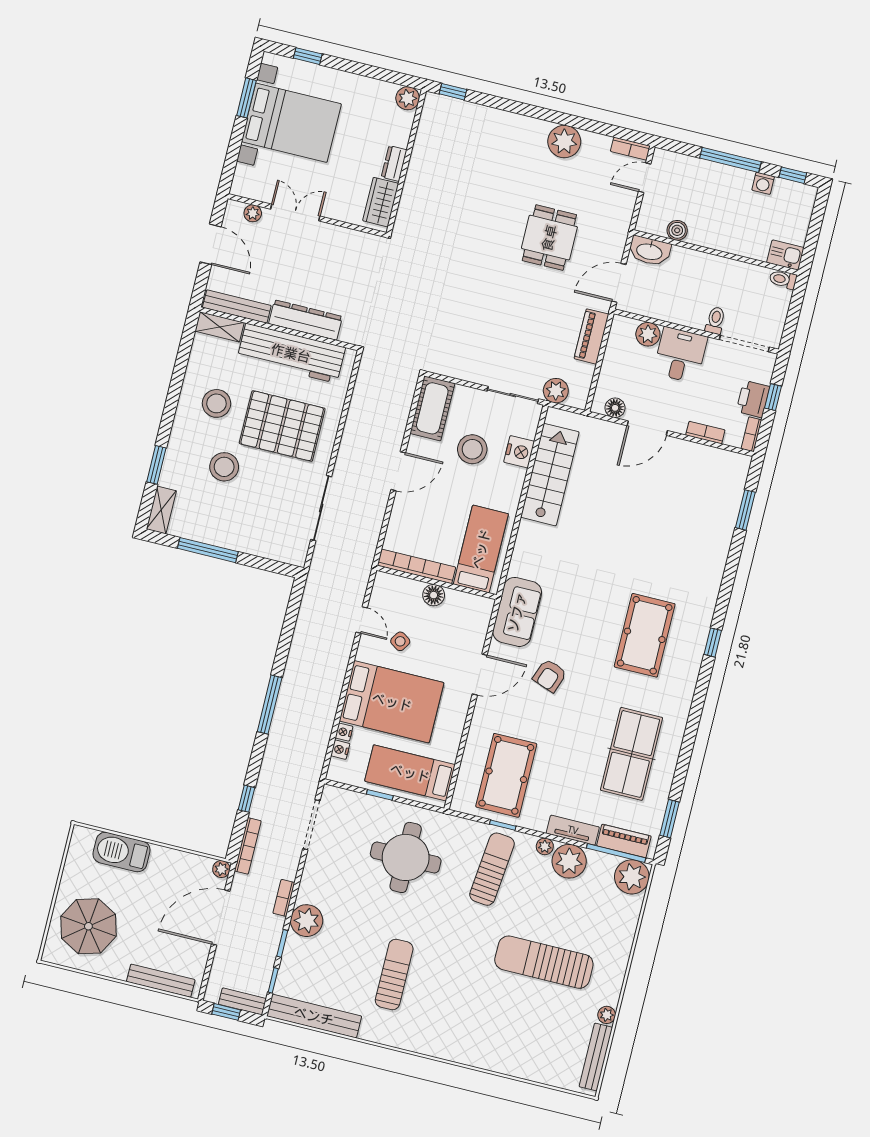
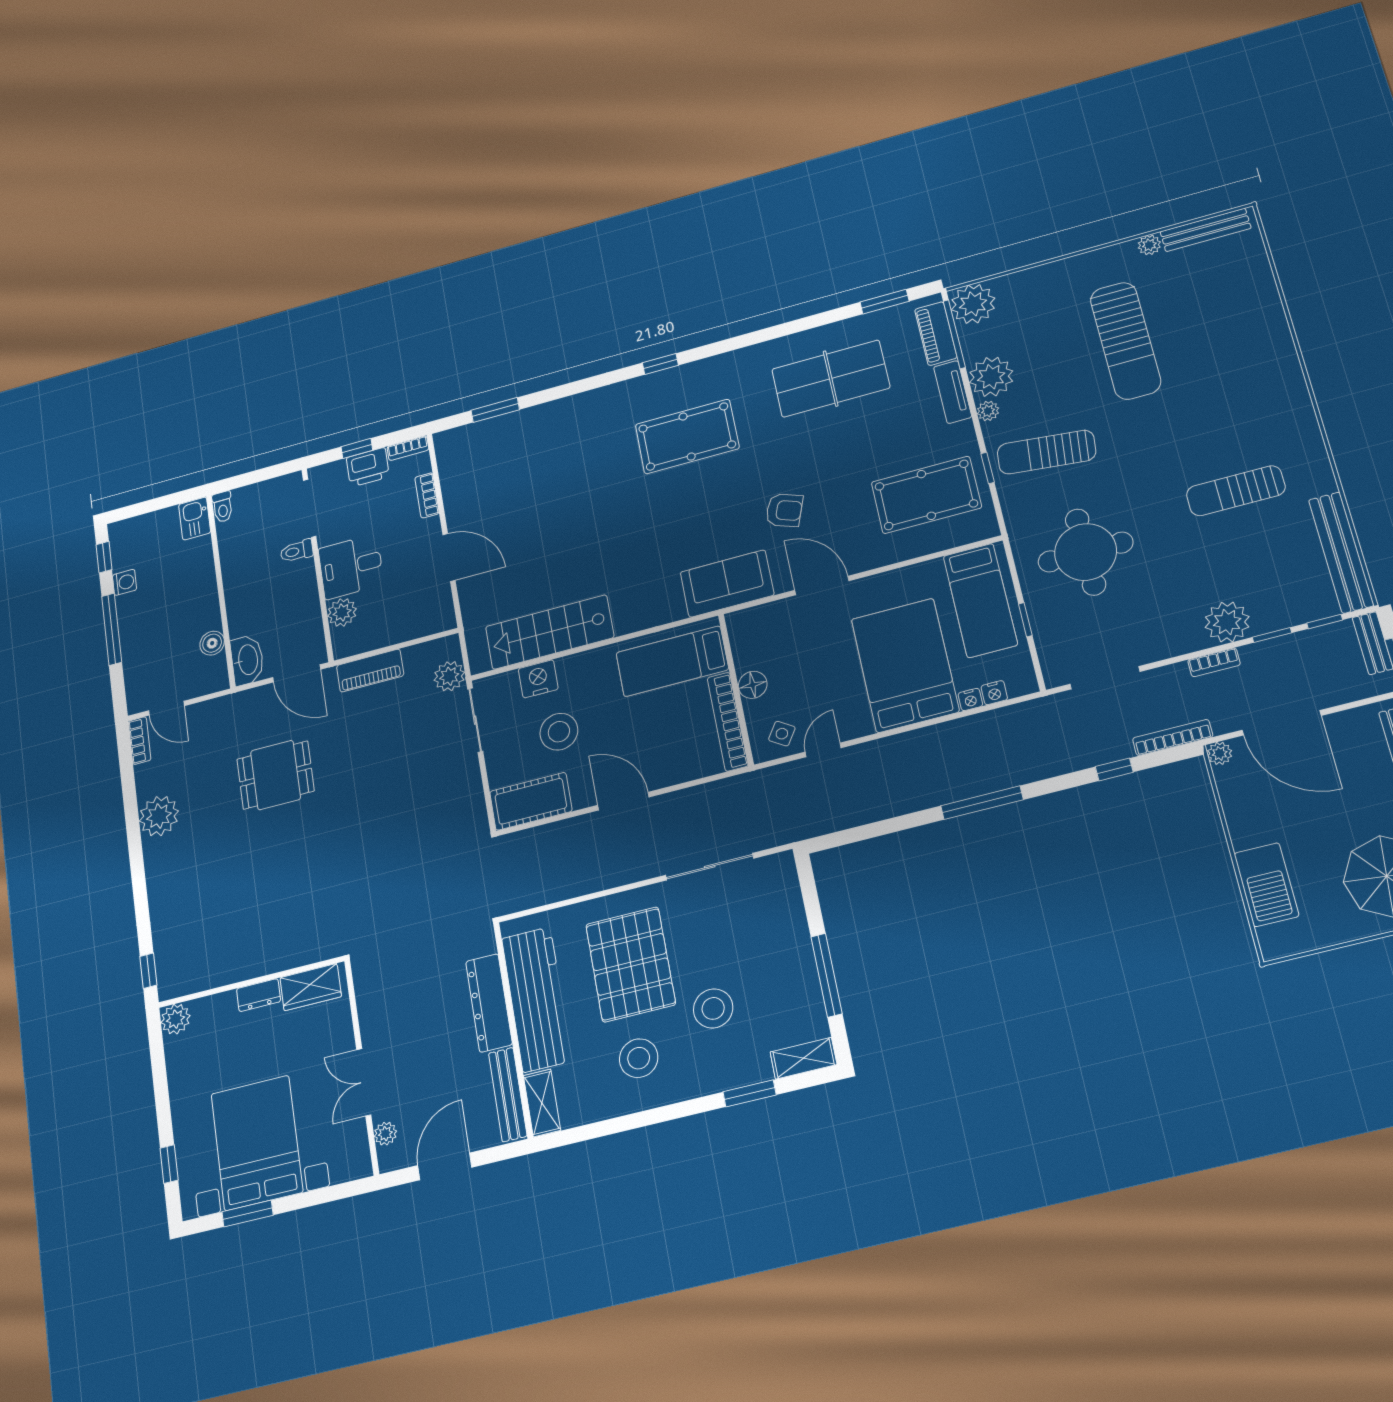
floor lamp: (615, 408) -> (441, 603), removed
side table: (400, 641) -> (782, 734), moved

